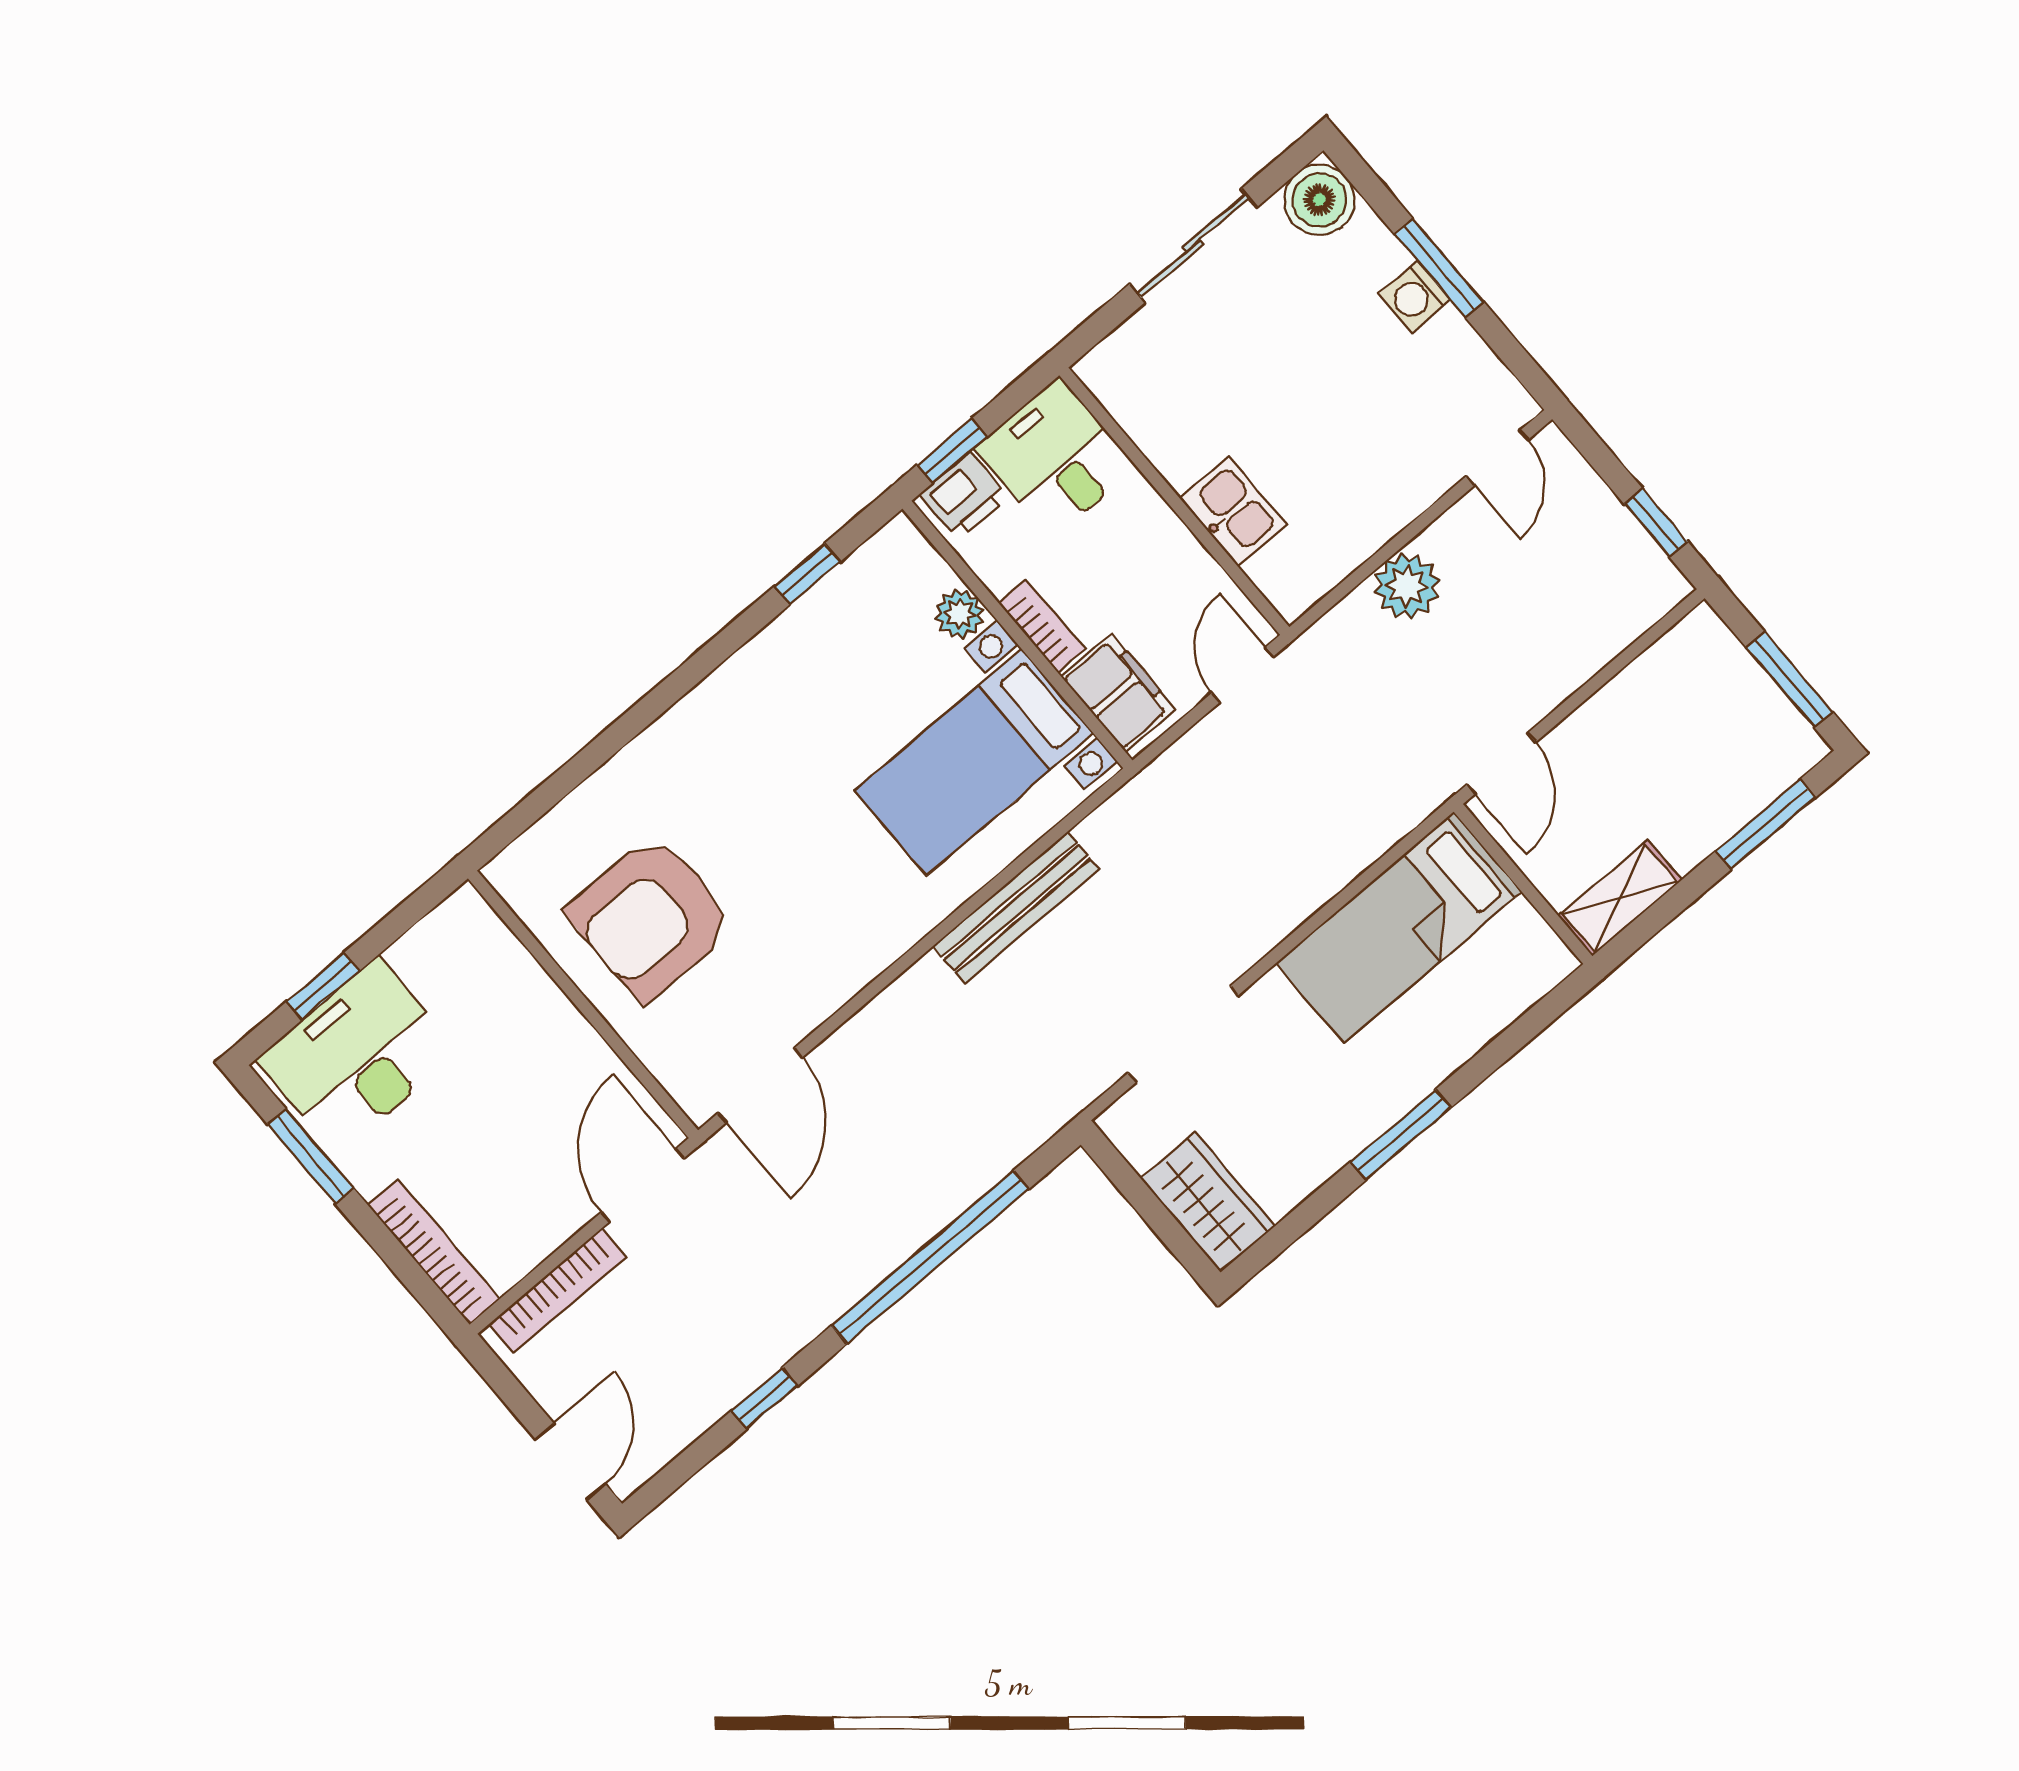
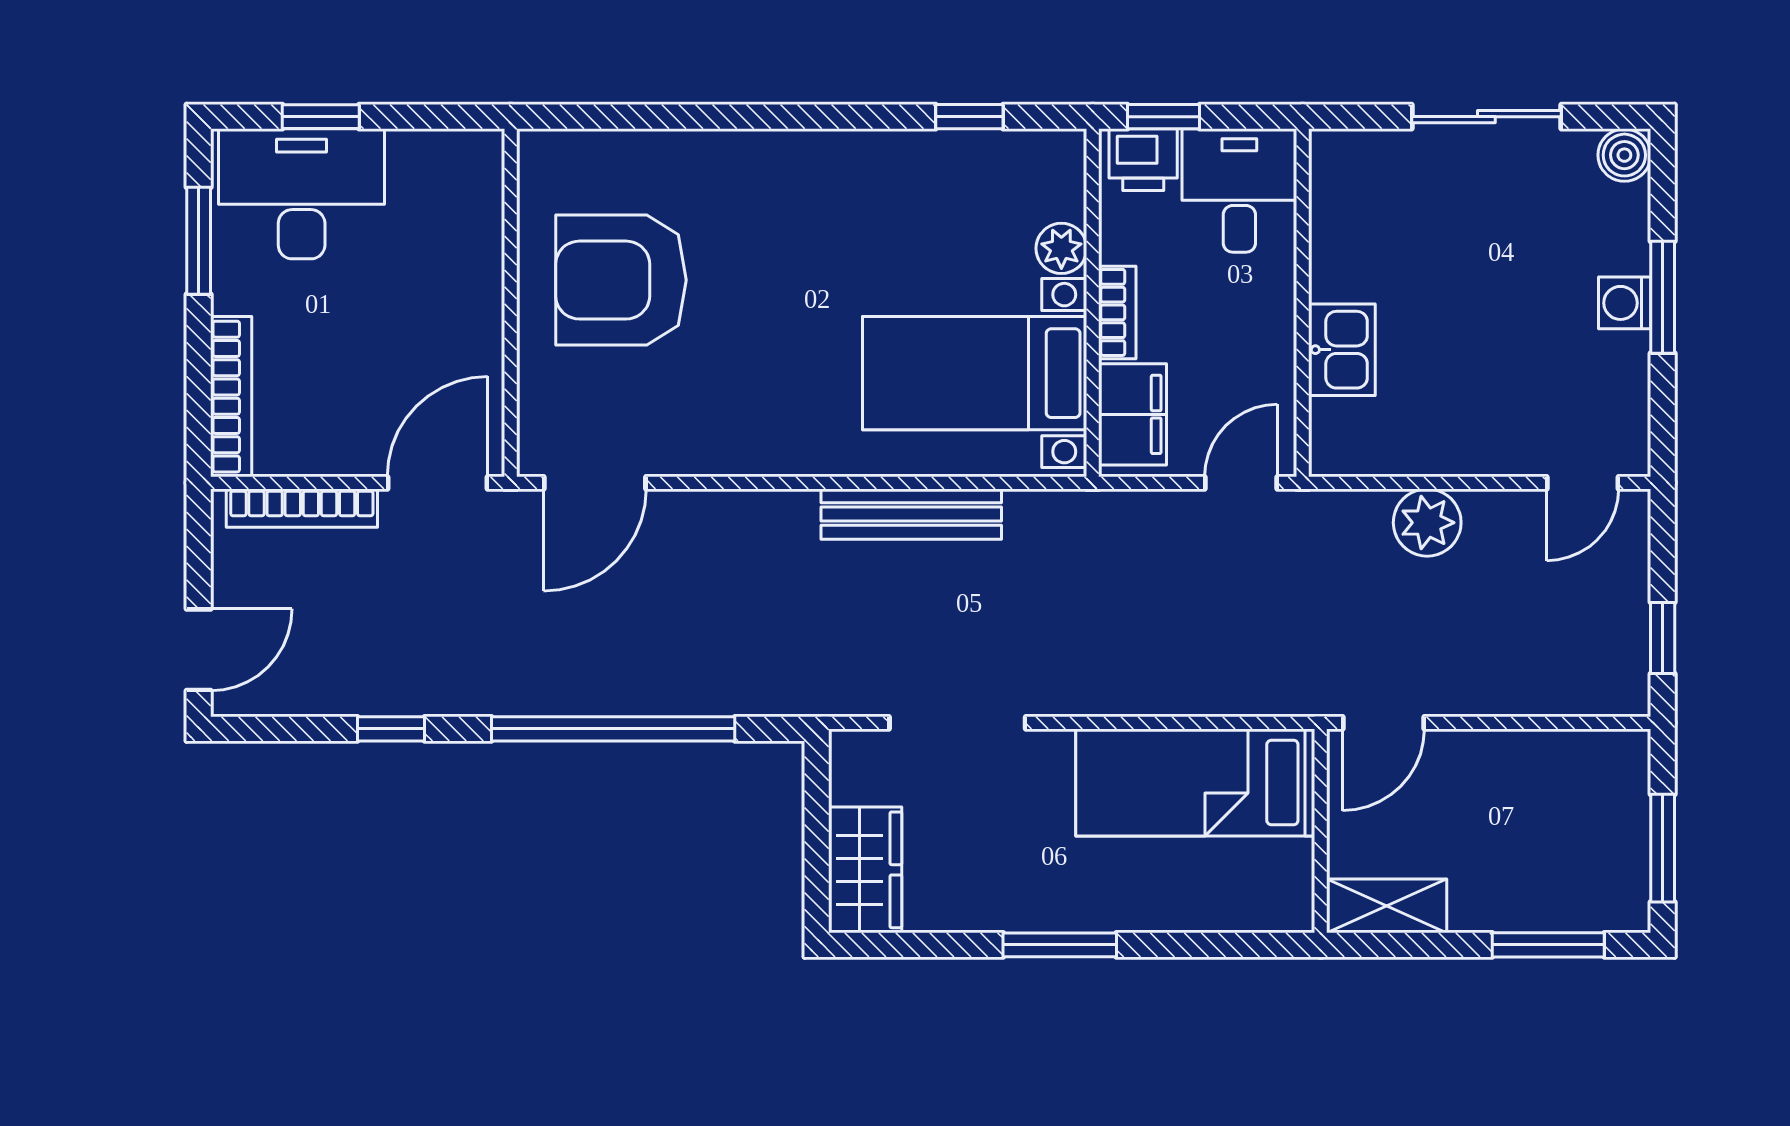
boiler: (1319, 200) -> (1624, 155), width x0.73, depth x0.73

